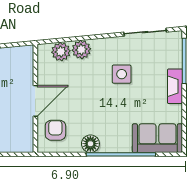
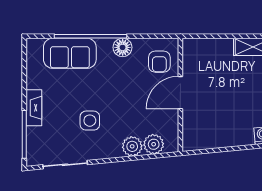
sofa: (157, 138) -> (70, 53), moved

